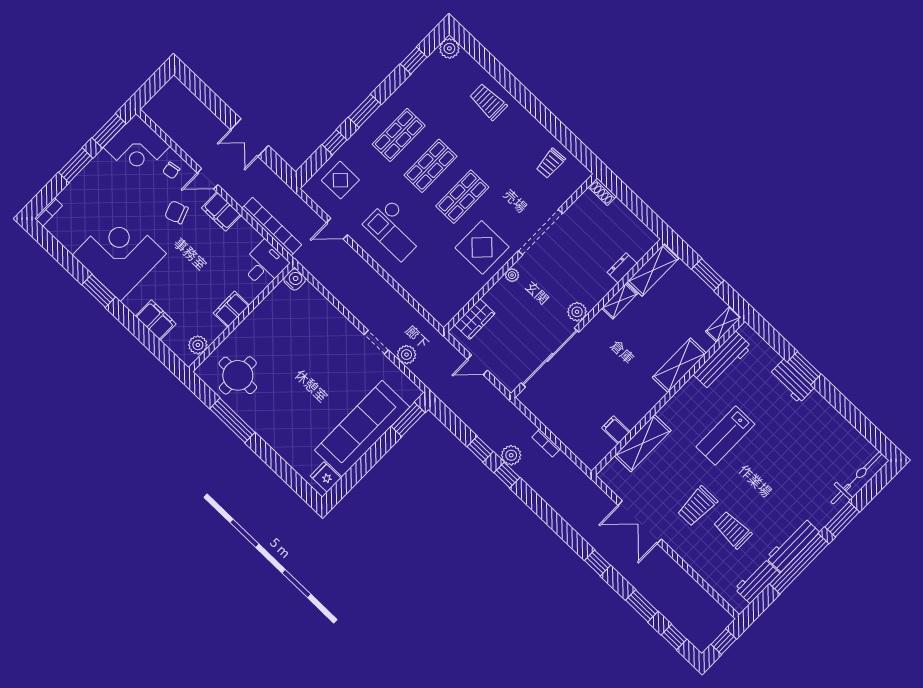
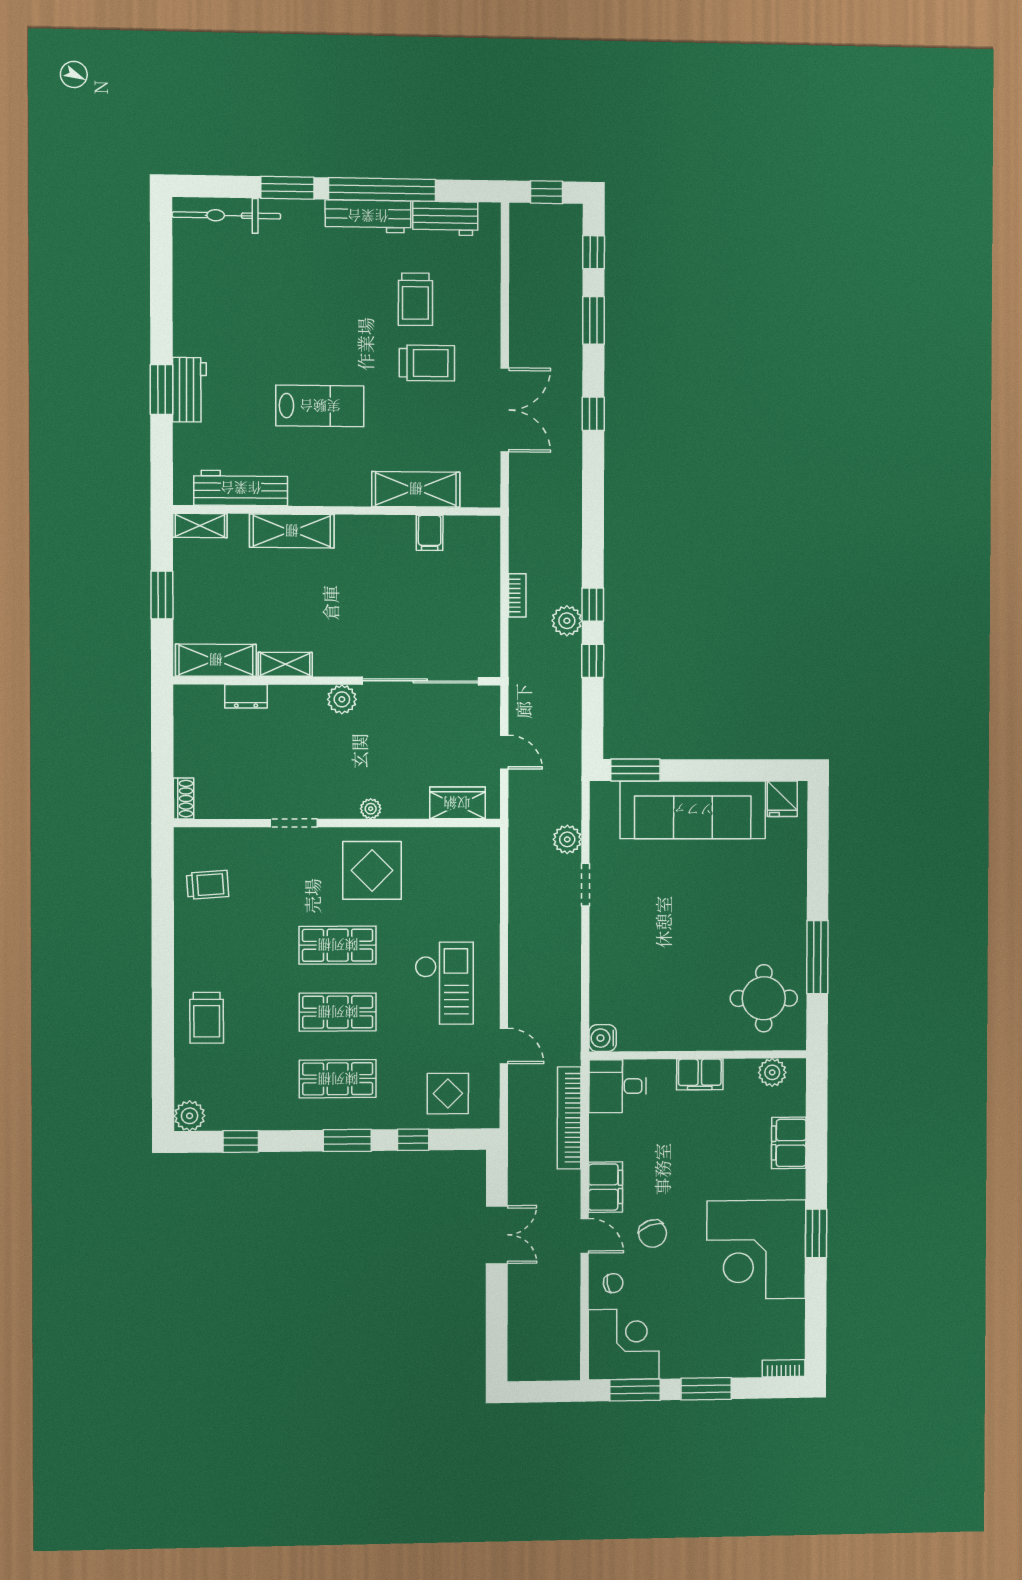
doorway: (541, 232) -> (294, 823), width x0.53

